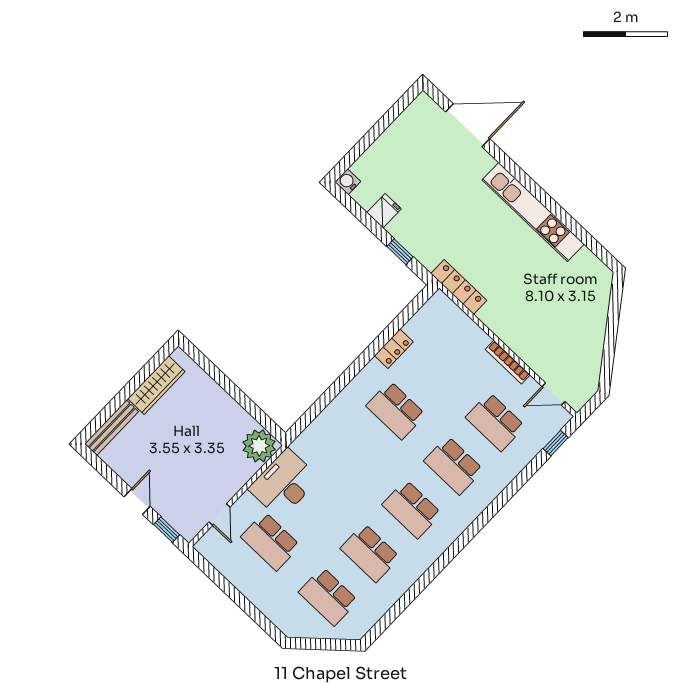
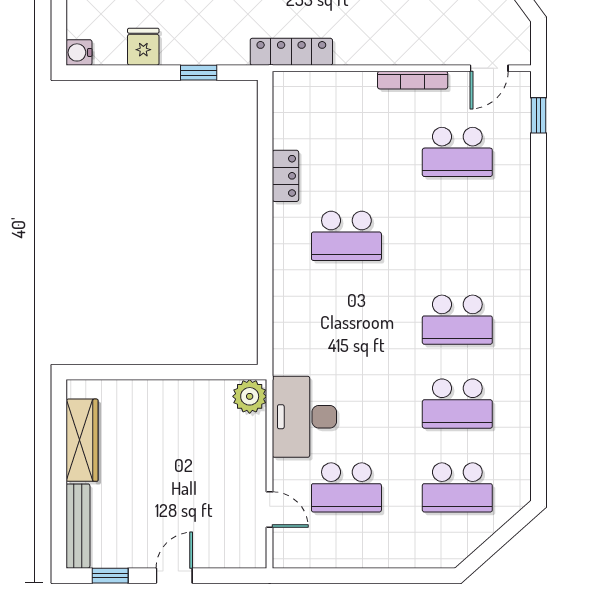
plant: (259, 446) -> (250, 396), width x0.73, depth x0.73
school desk: (454, 465) -> (457, 236), removed
door: (137, 502) -> (174, 576), hinge flipped
window: (167, 530) -> (110, 576), moved

